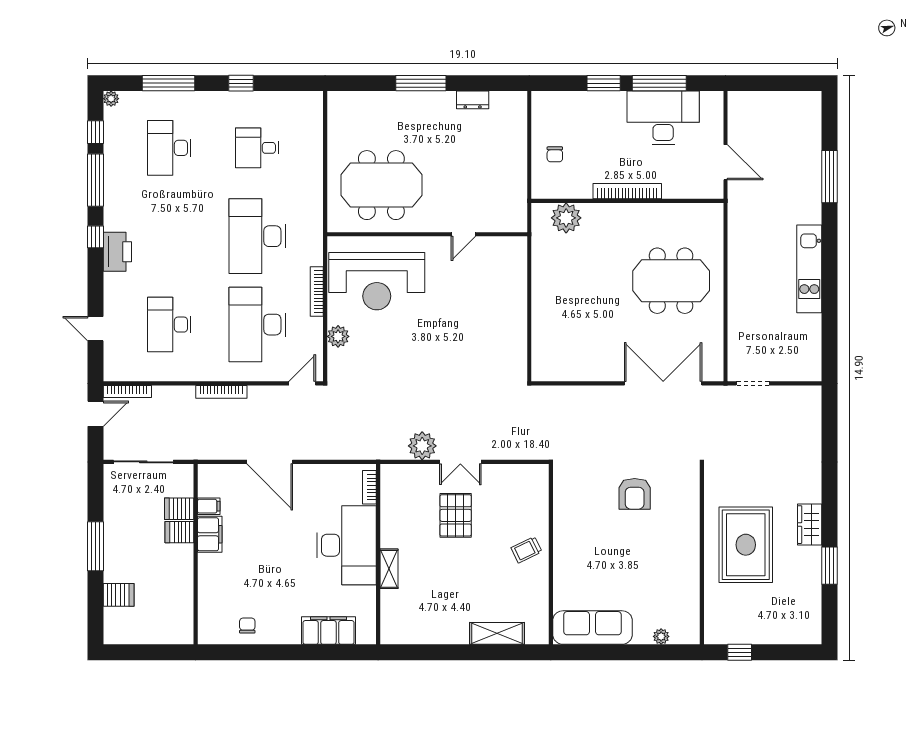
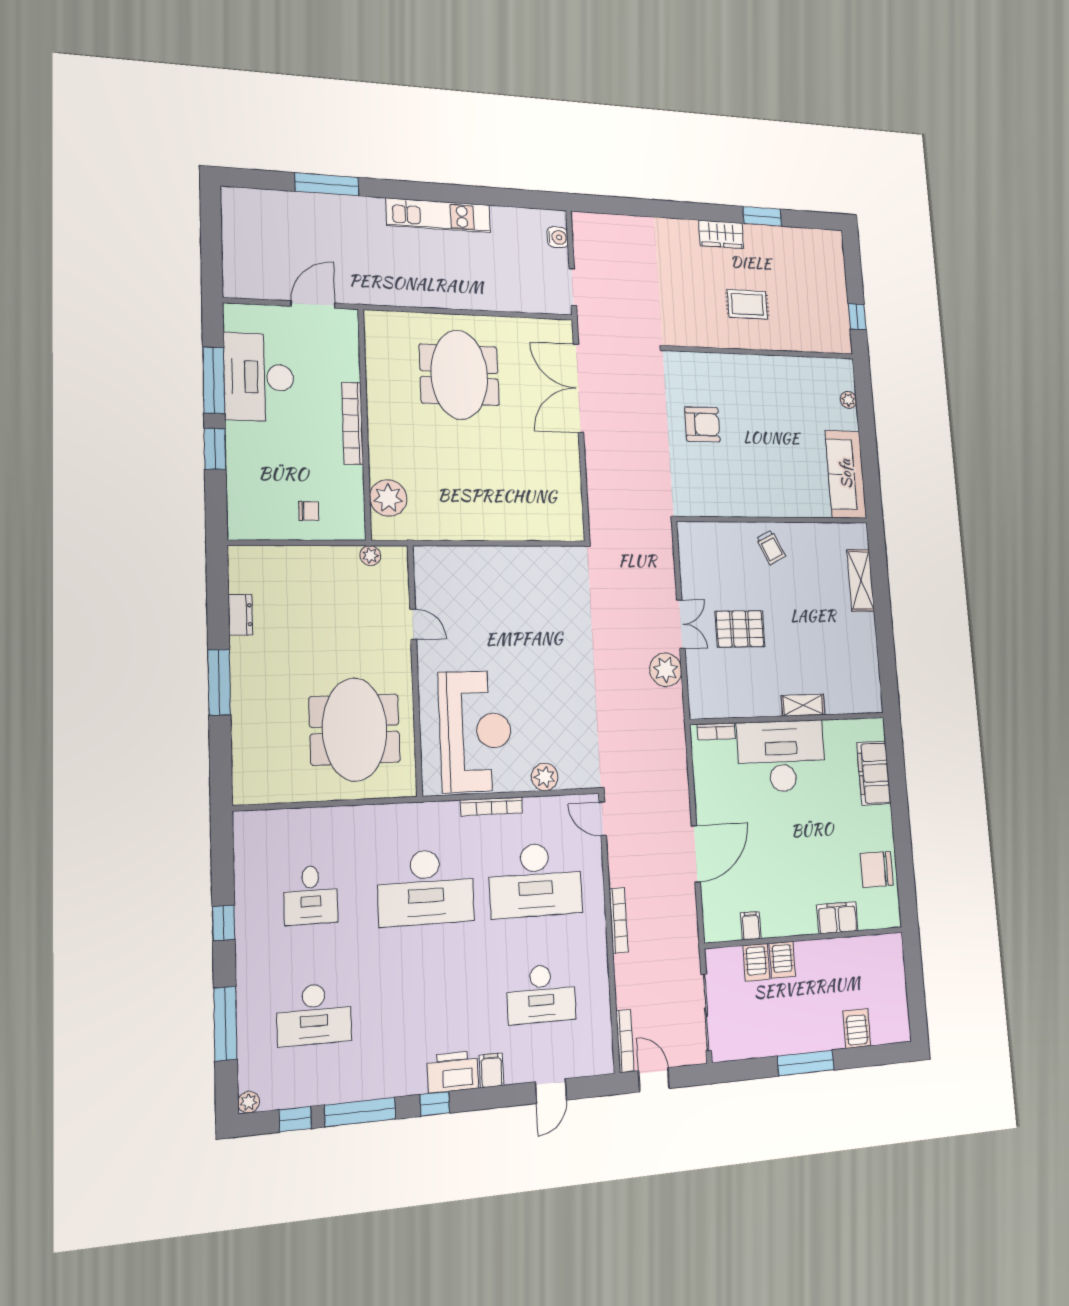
plant: (519, 202) -> (370, 556), added
filing cabinet: (116, 282) -> (491, 1070), added
water cooler: (797, 372) -> (558, 237), added
filing cabinet: (210, 534) -> (837, 918), moved
rug: (746, 545) -> (747, 304), width x0.54, depth x0.49
chair: (247, 626) -> (877, 869), width x1.87, depth x1.87

